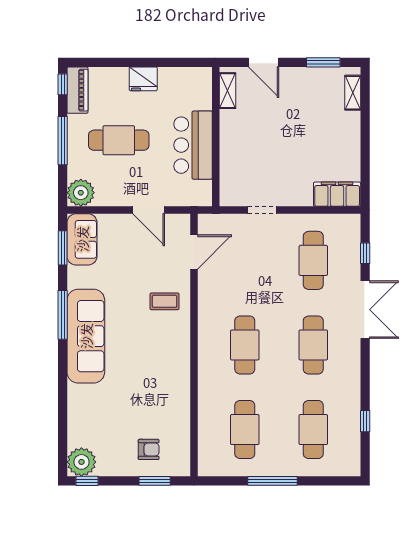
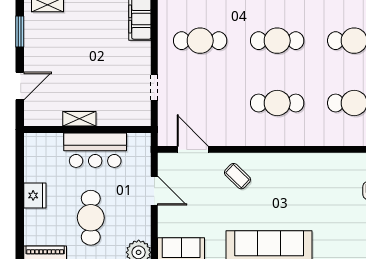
shelving: (227, 91) -> (79, 119), moved
door: (149, 210) -> (154, 191), hinge flipped
coffee table: (165, 301) -> (237, 176), turned -46

